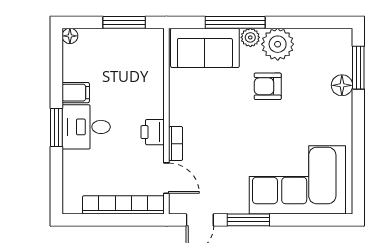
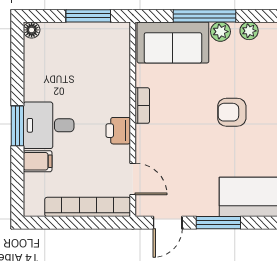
plant: (278, 44) -> (249, 31), width x0.53, depth x0.53
armchair: (268, 86) -> (232, 112), moved
filing cabinet: (76, 93) -> (38, 161), moved
bookcase: (176, 144) -> (142, 106), moved

